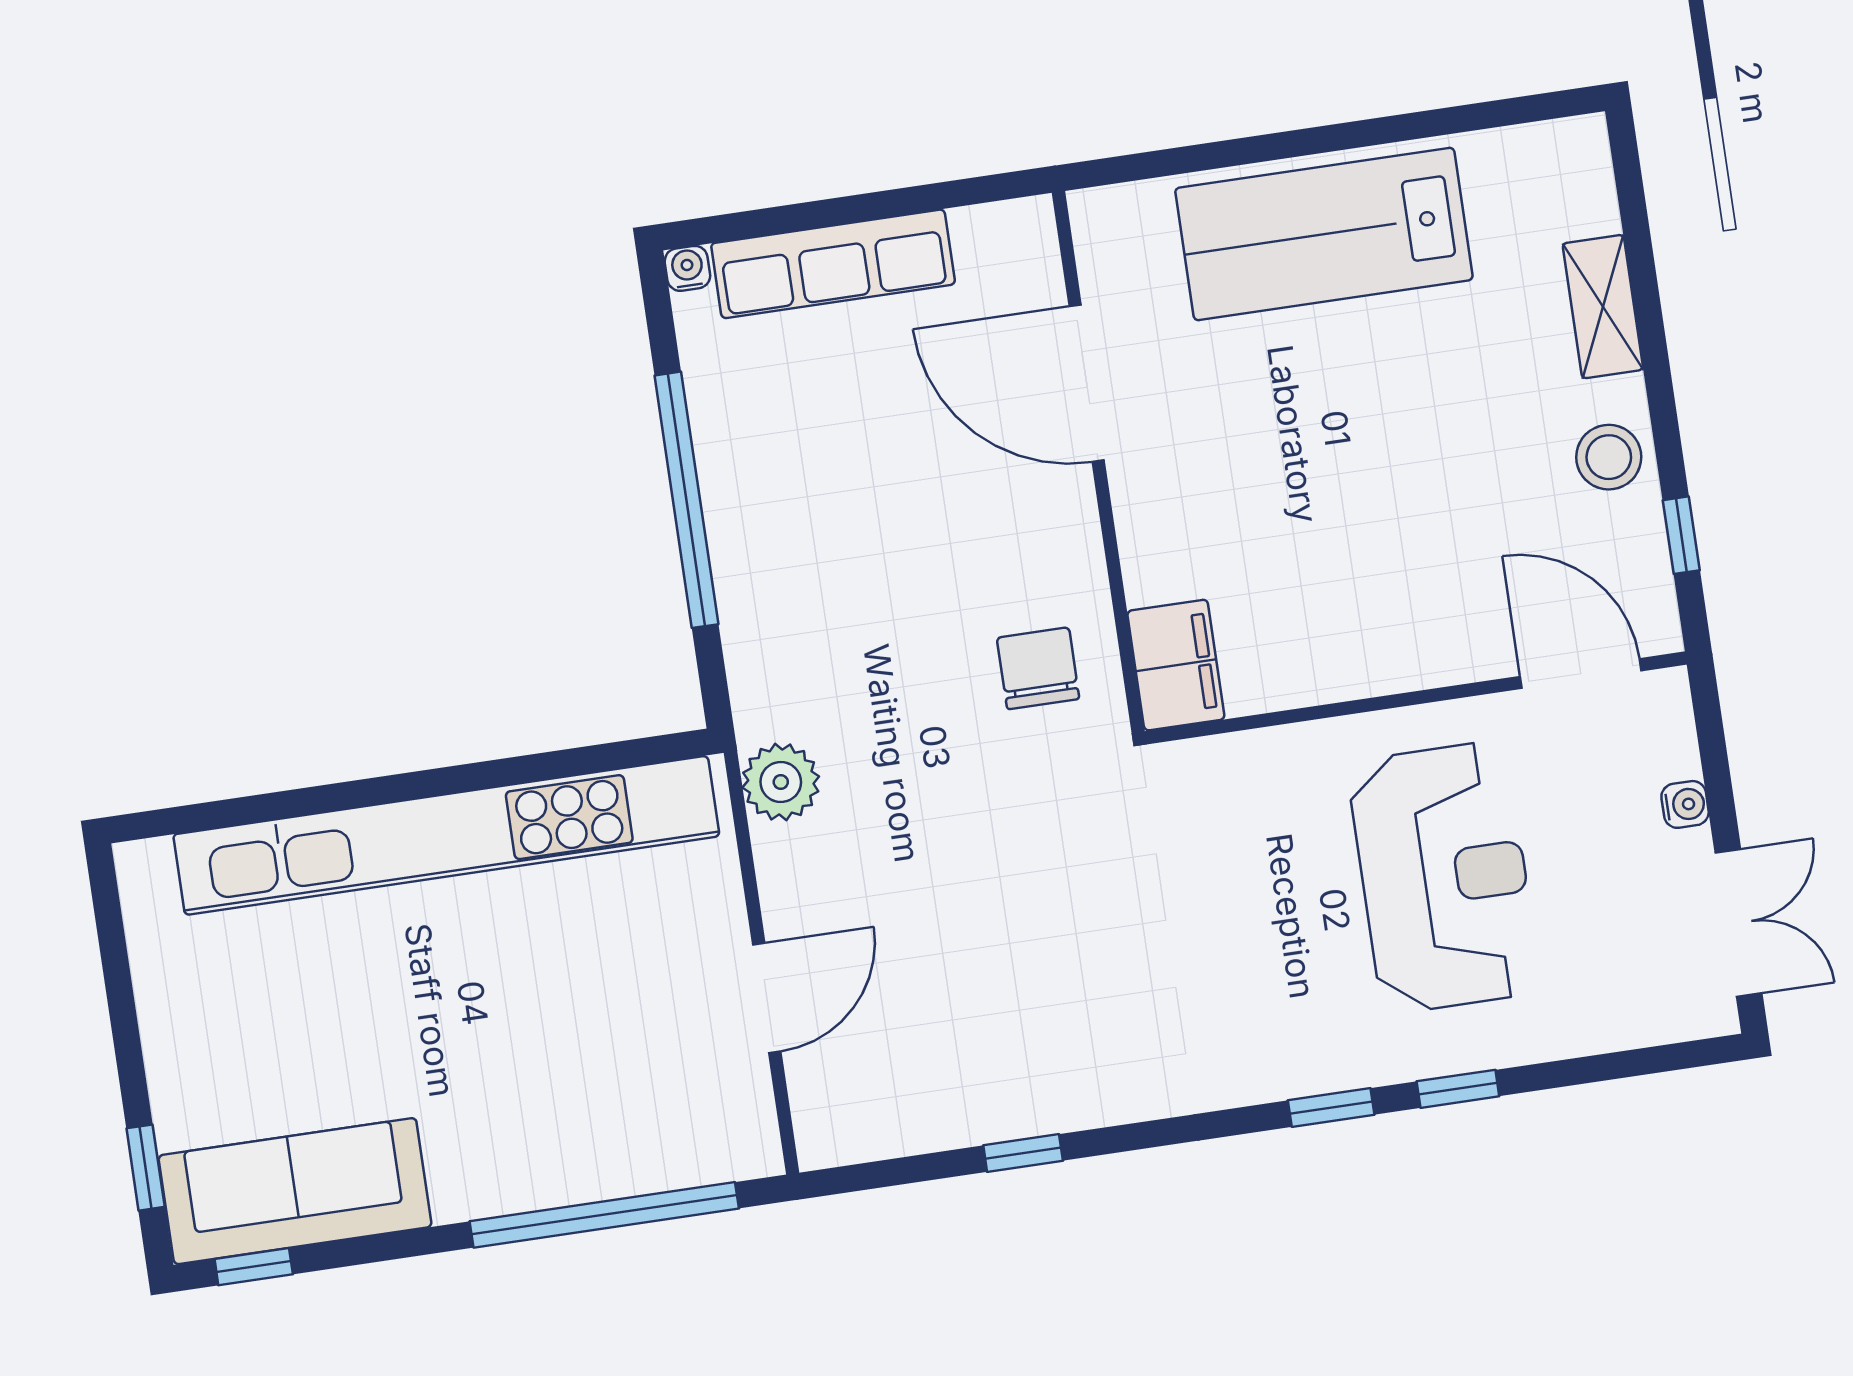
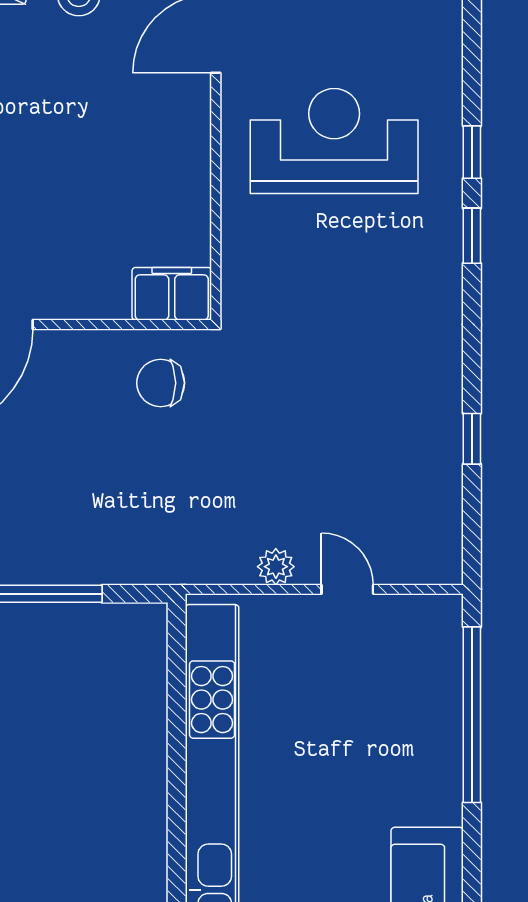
plant: (781, 782) -> (276, 567), moved, width x0.73, depth x0.73
door: (767, 998) -> (347, 589), width x0.73

